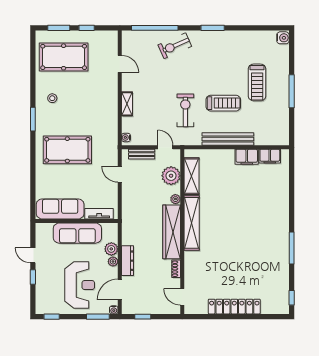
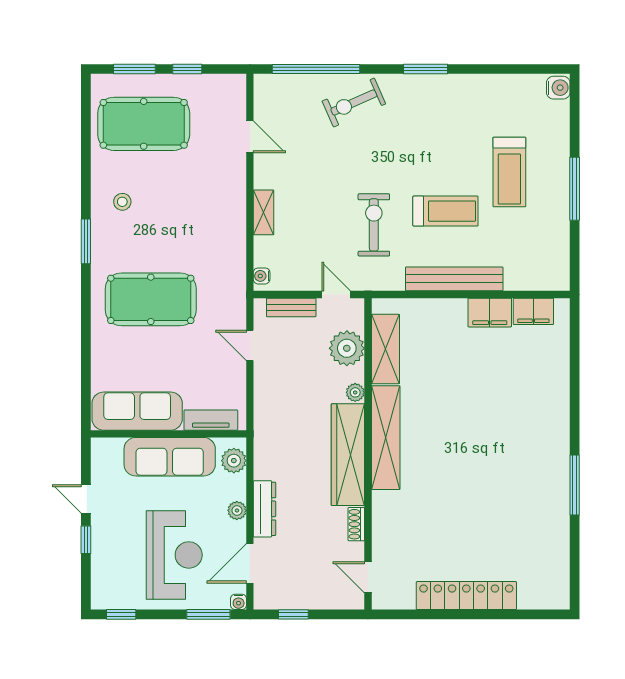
plant: (111, 249) -> (234, 461), moved
window: (292, 298) -> (575, 579), removed

